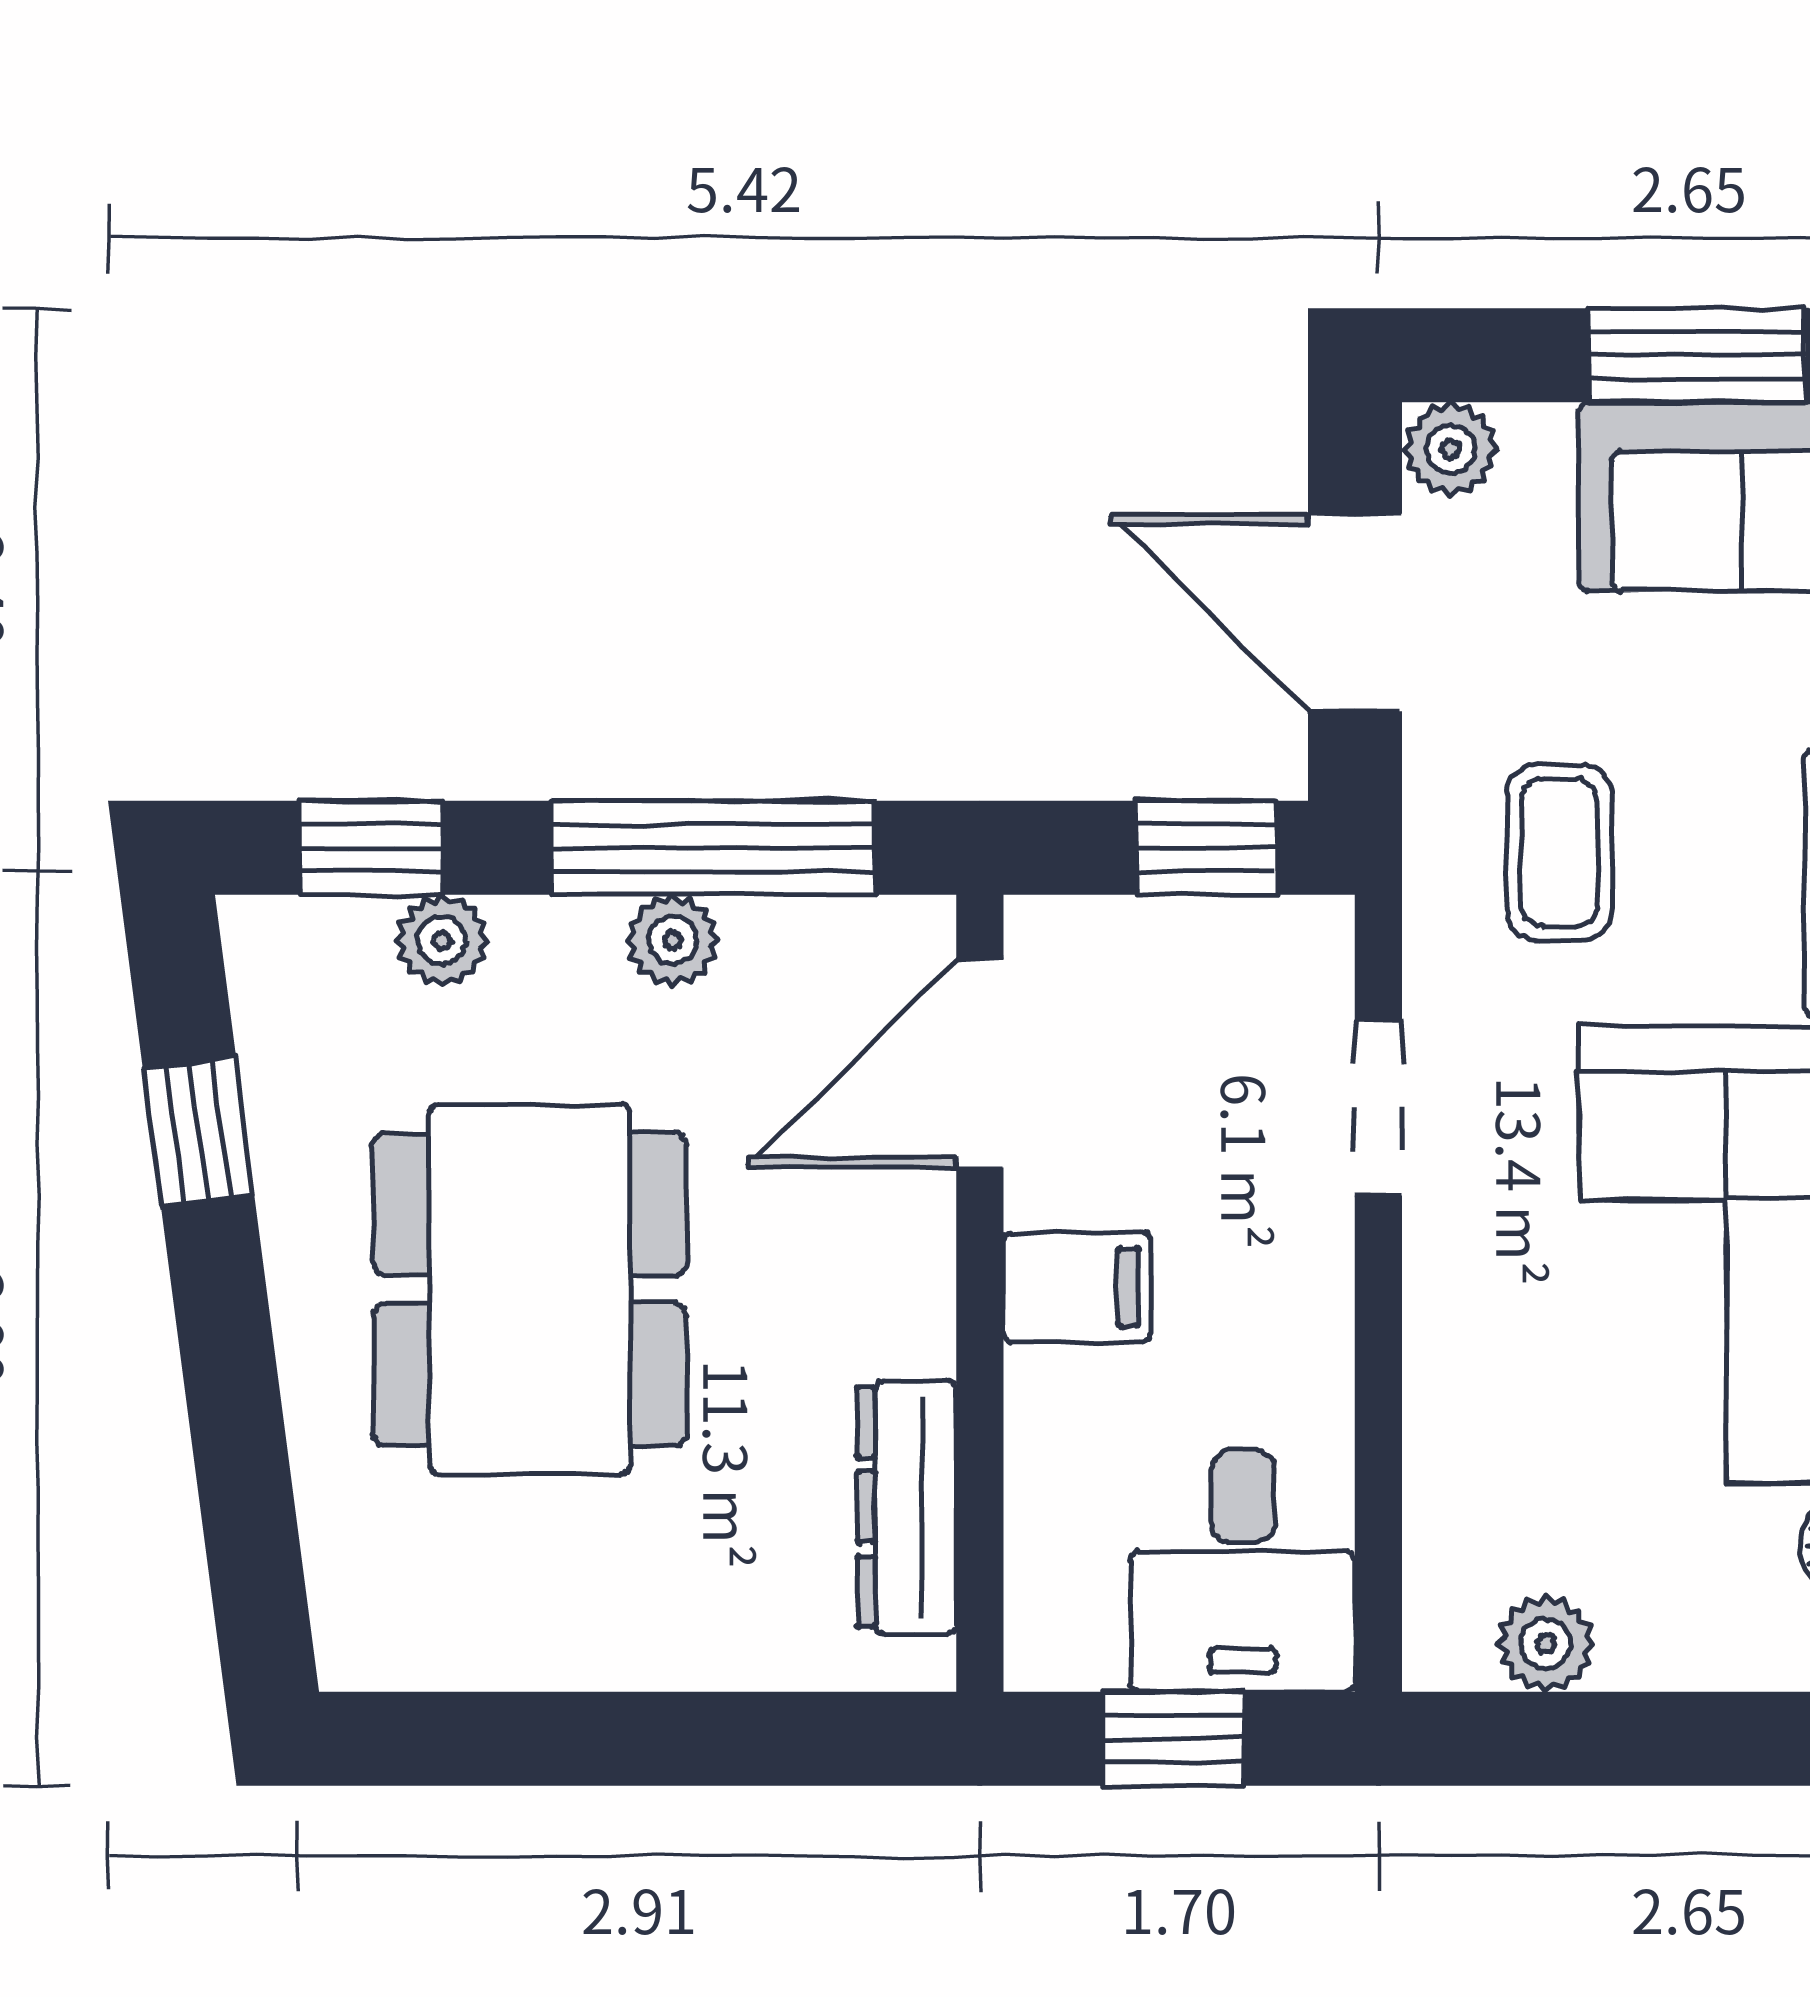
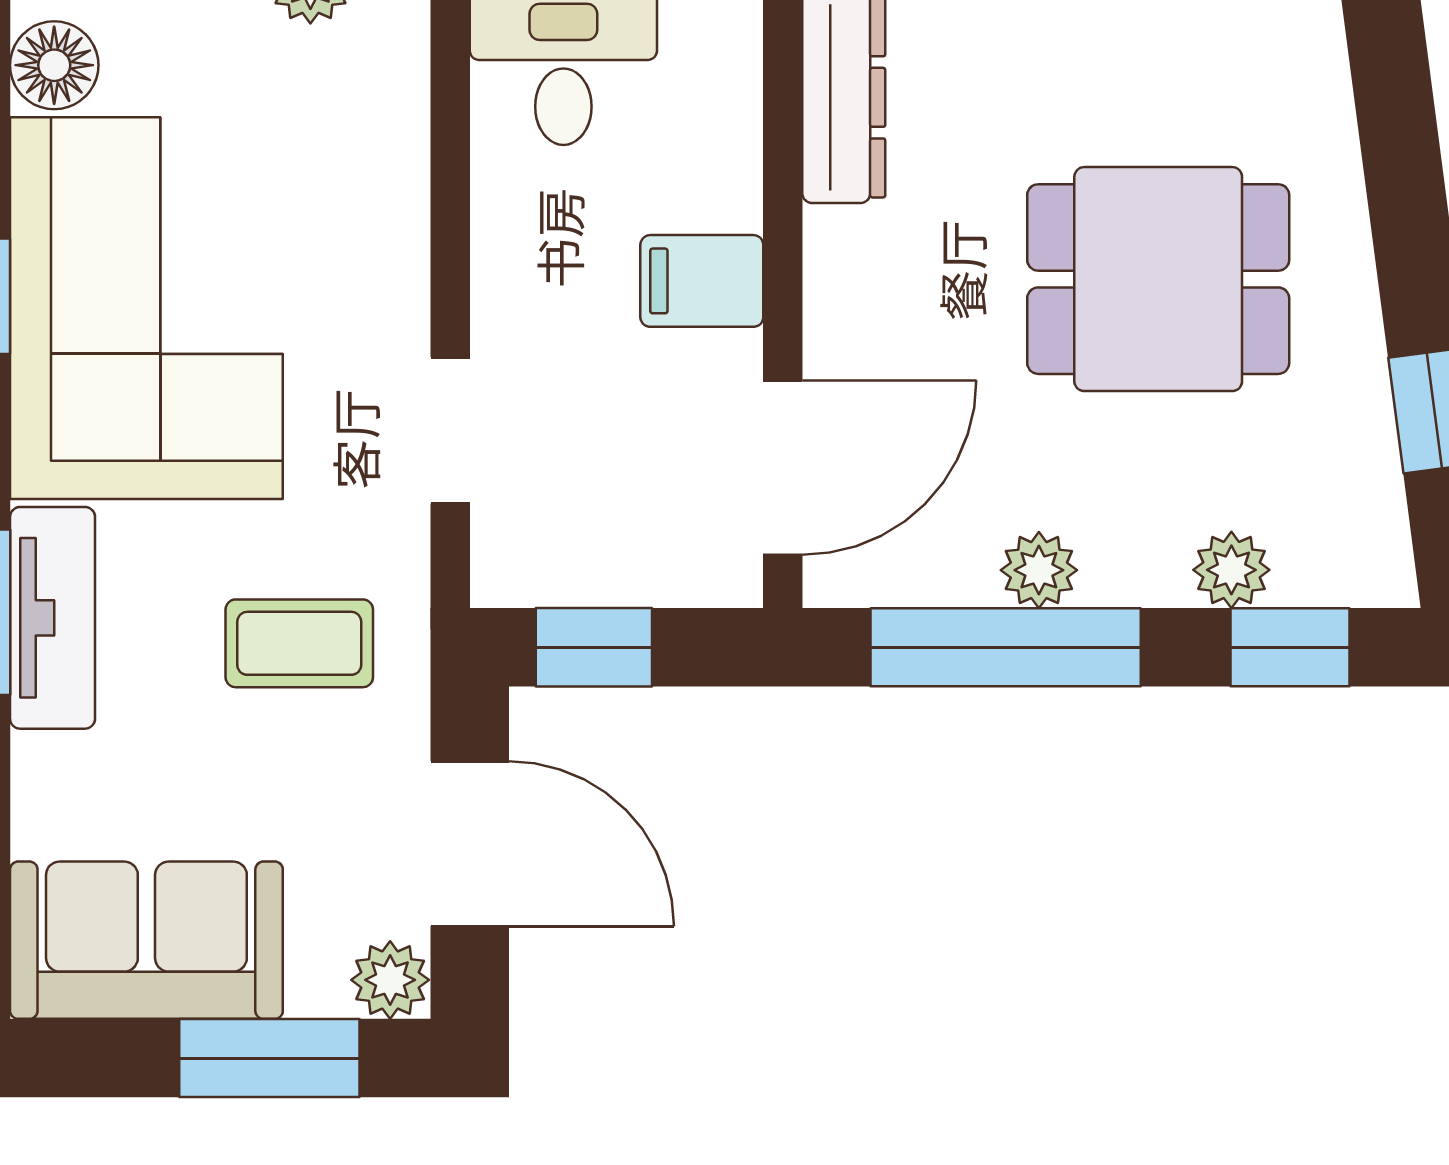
window: (1697, 355) -> (269, 1058), moved
coffee table: (1559, 853) -> (299, 643), turned 90
dining table: (530, 1289) -> (1158, 279), width x0.73

